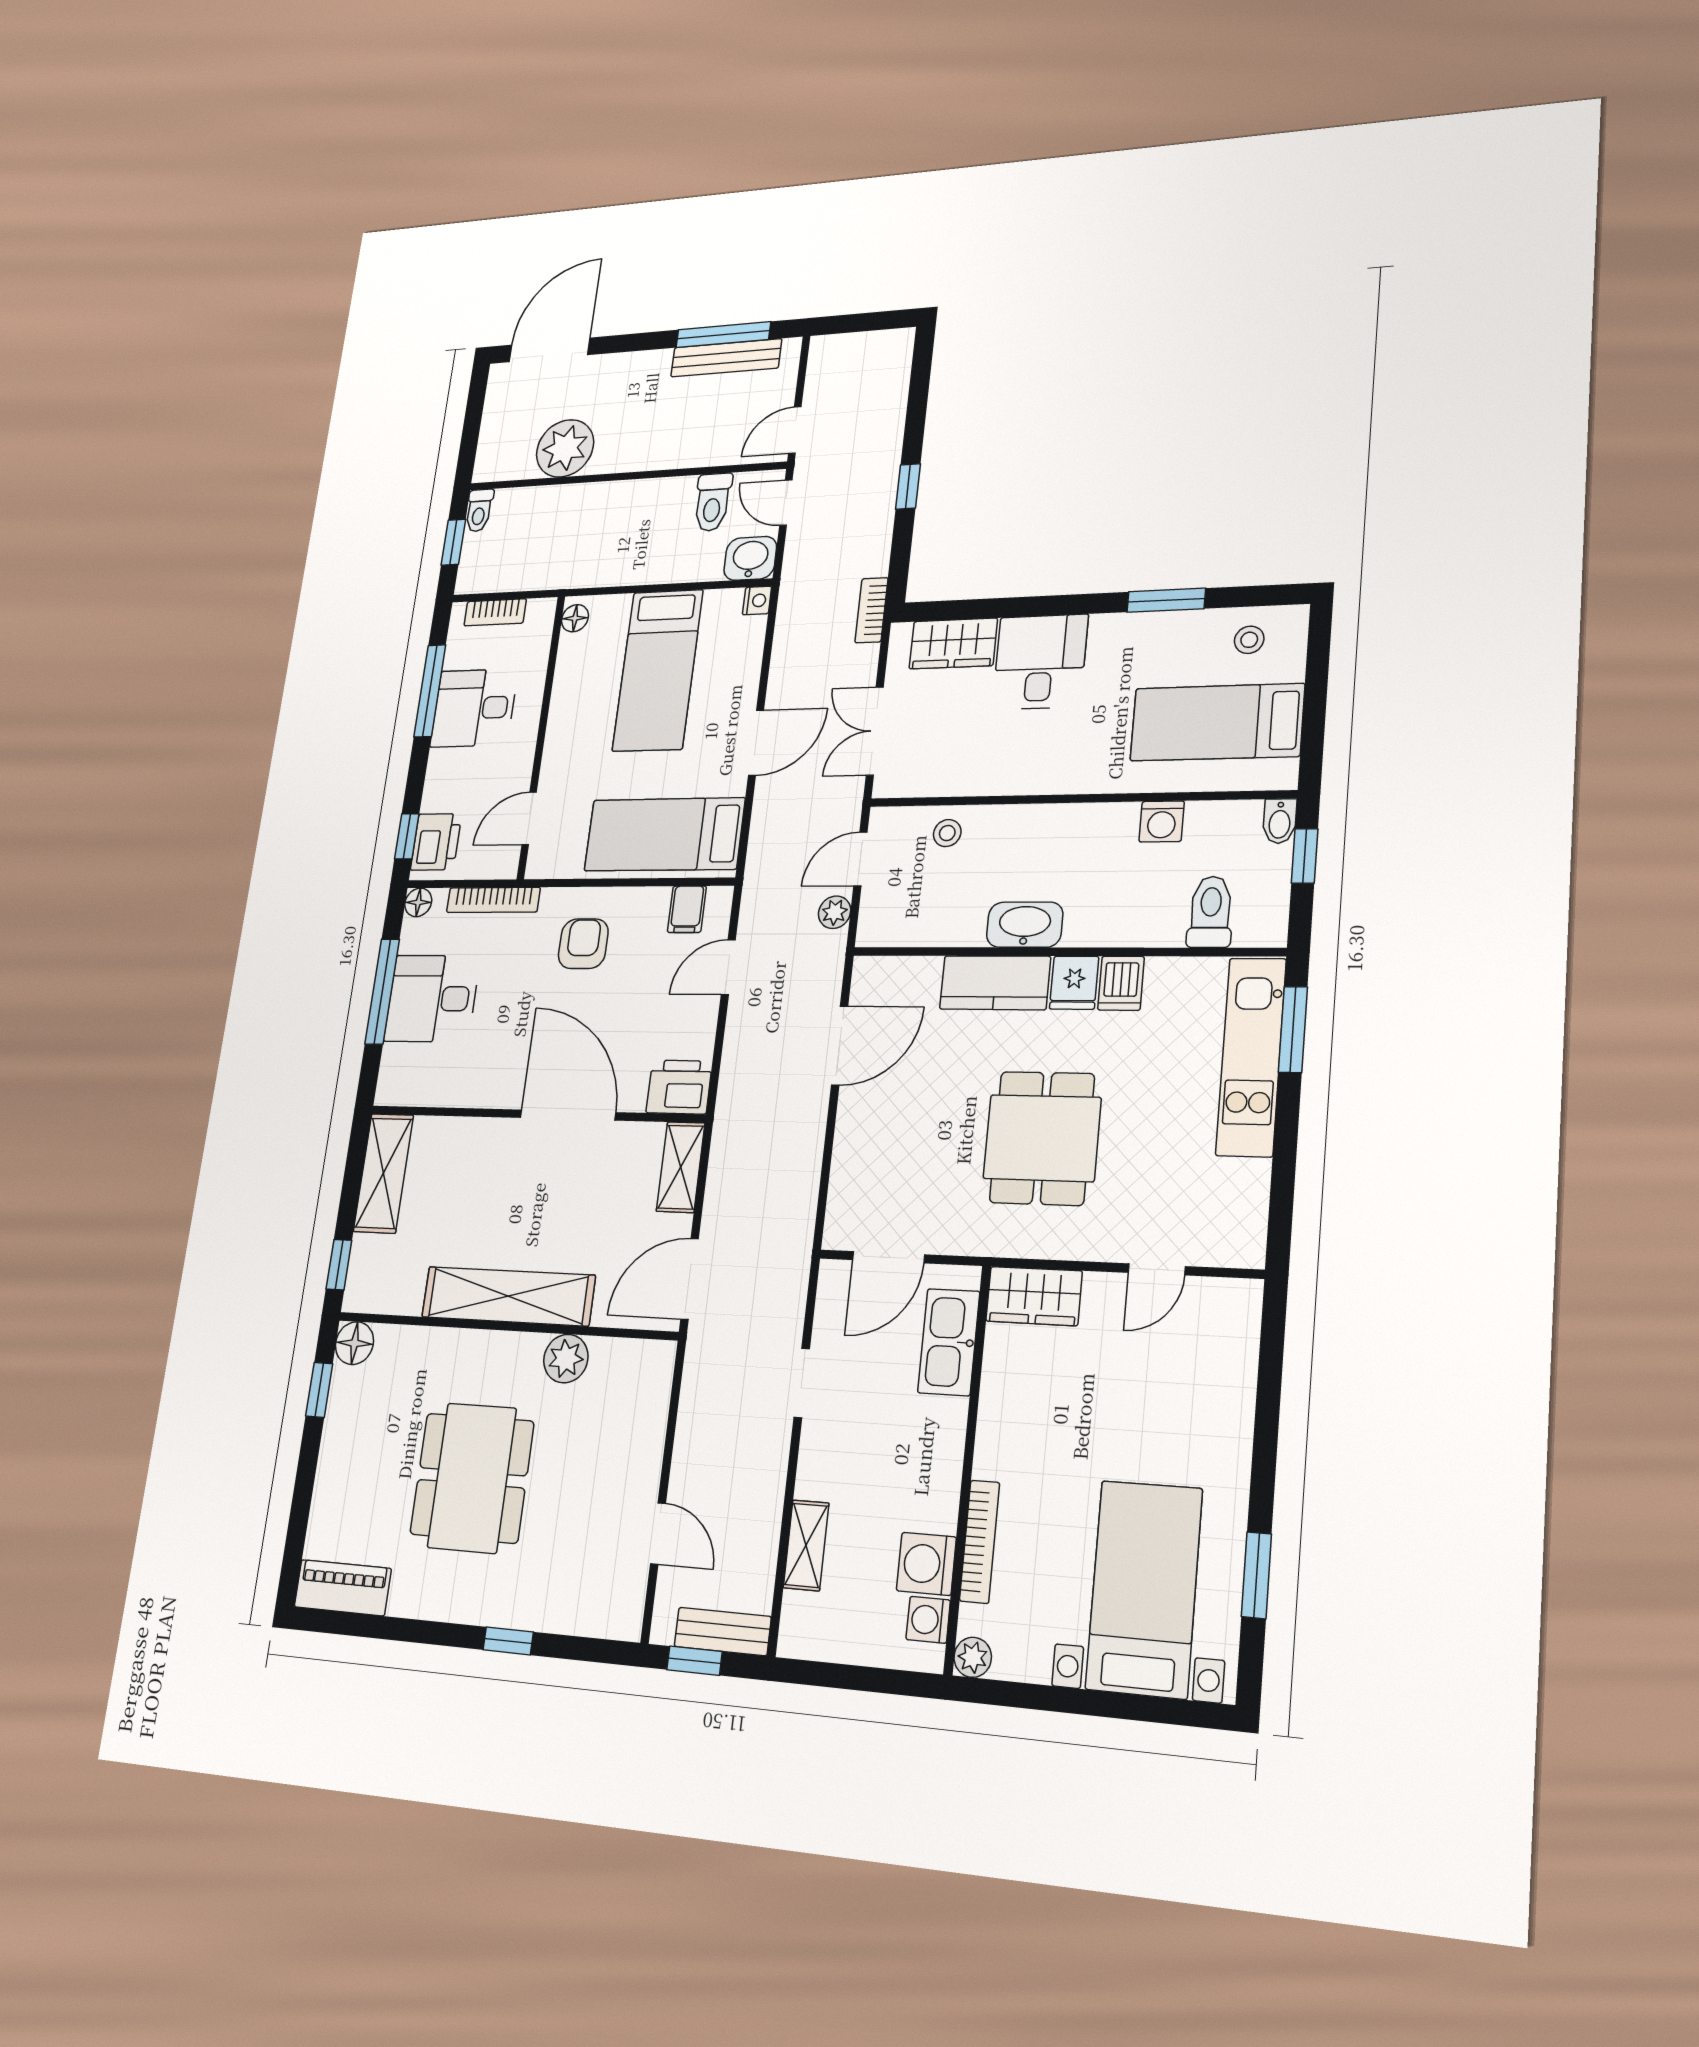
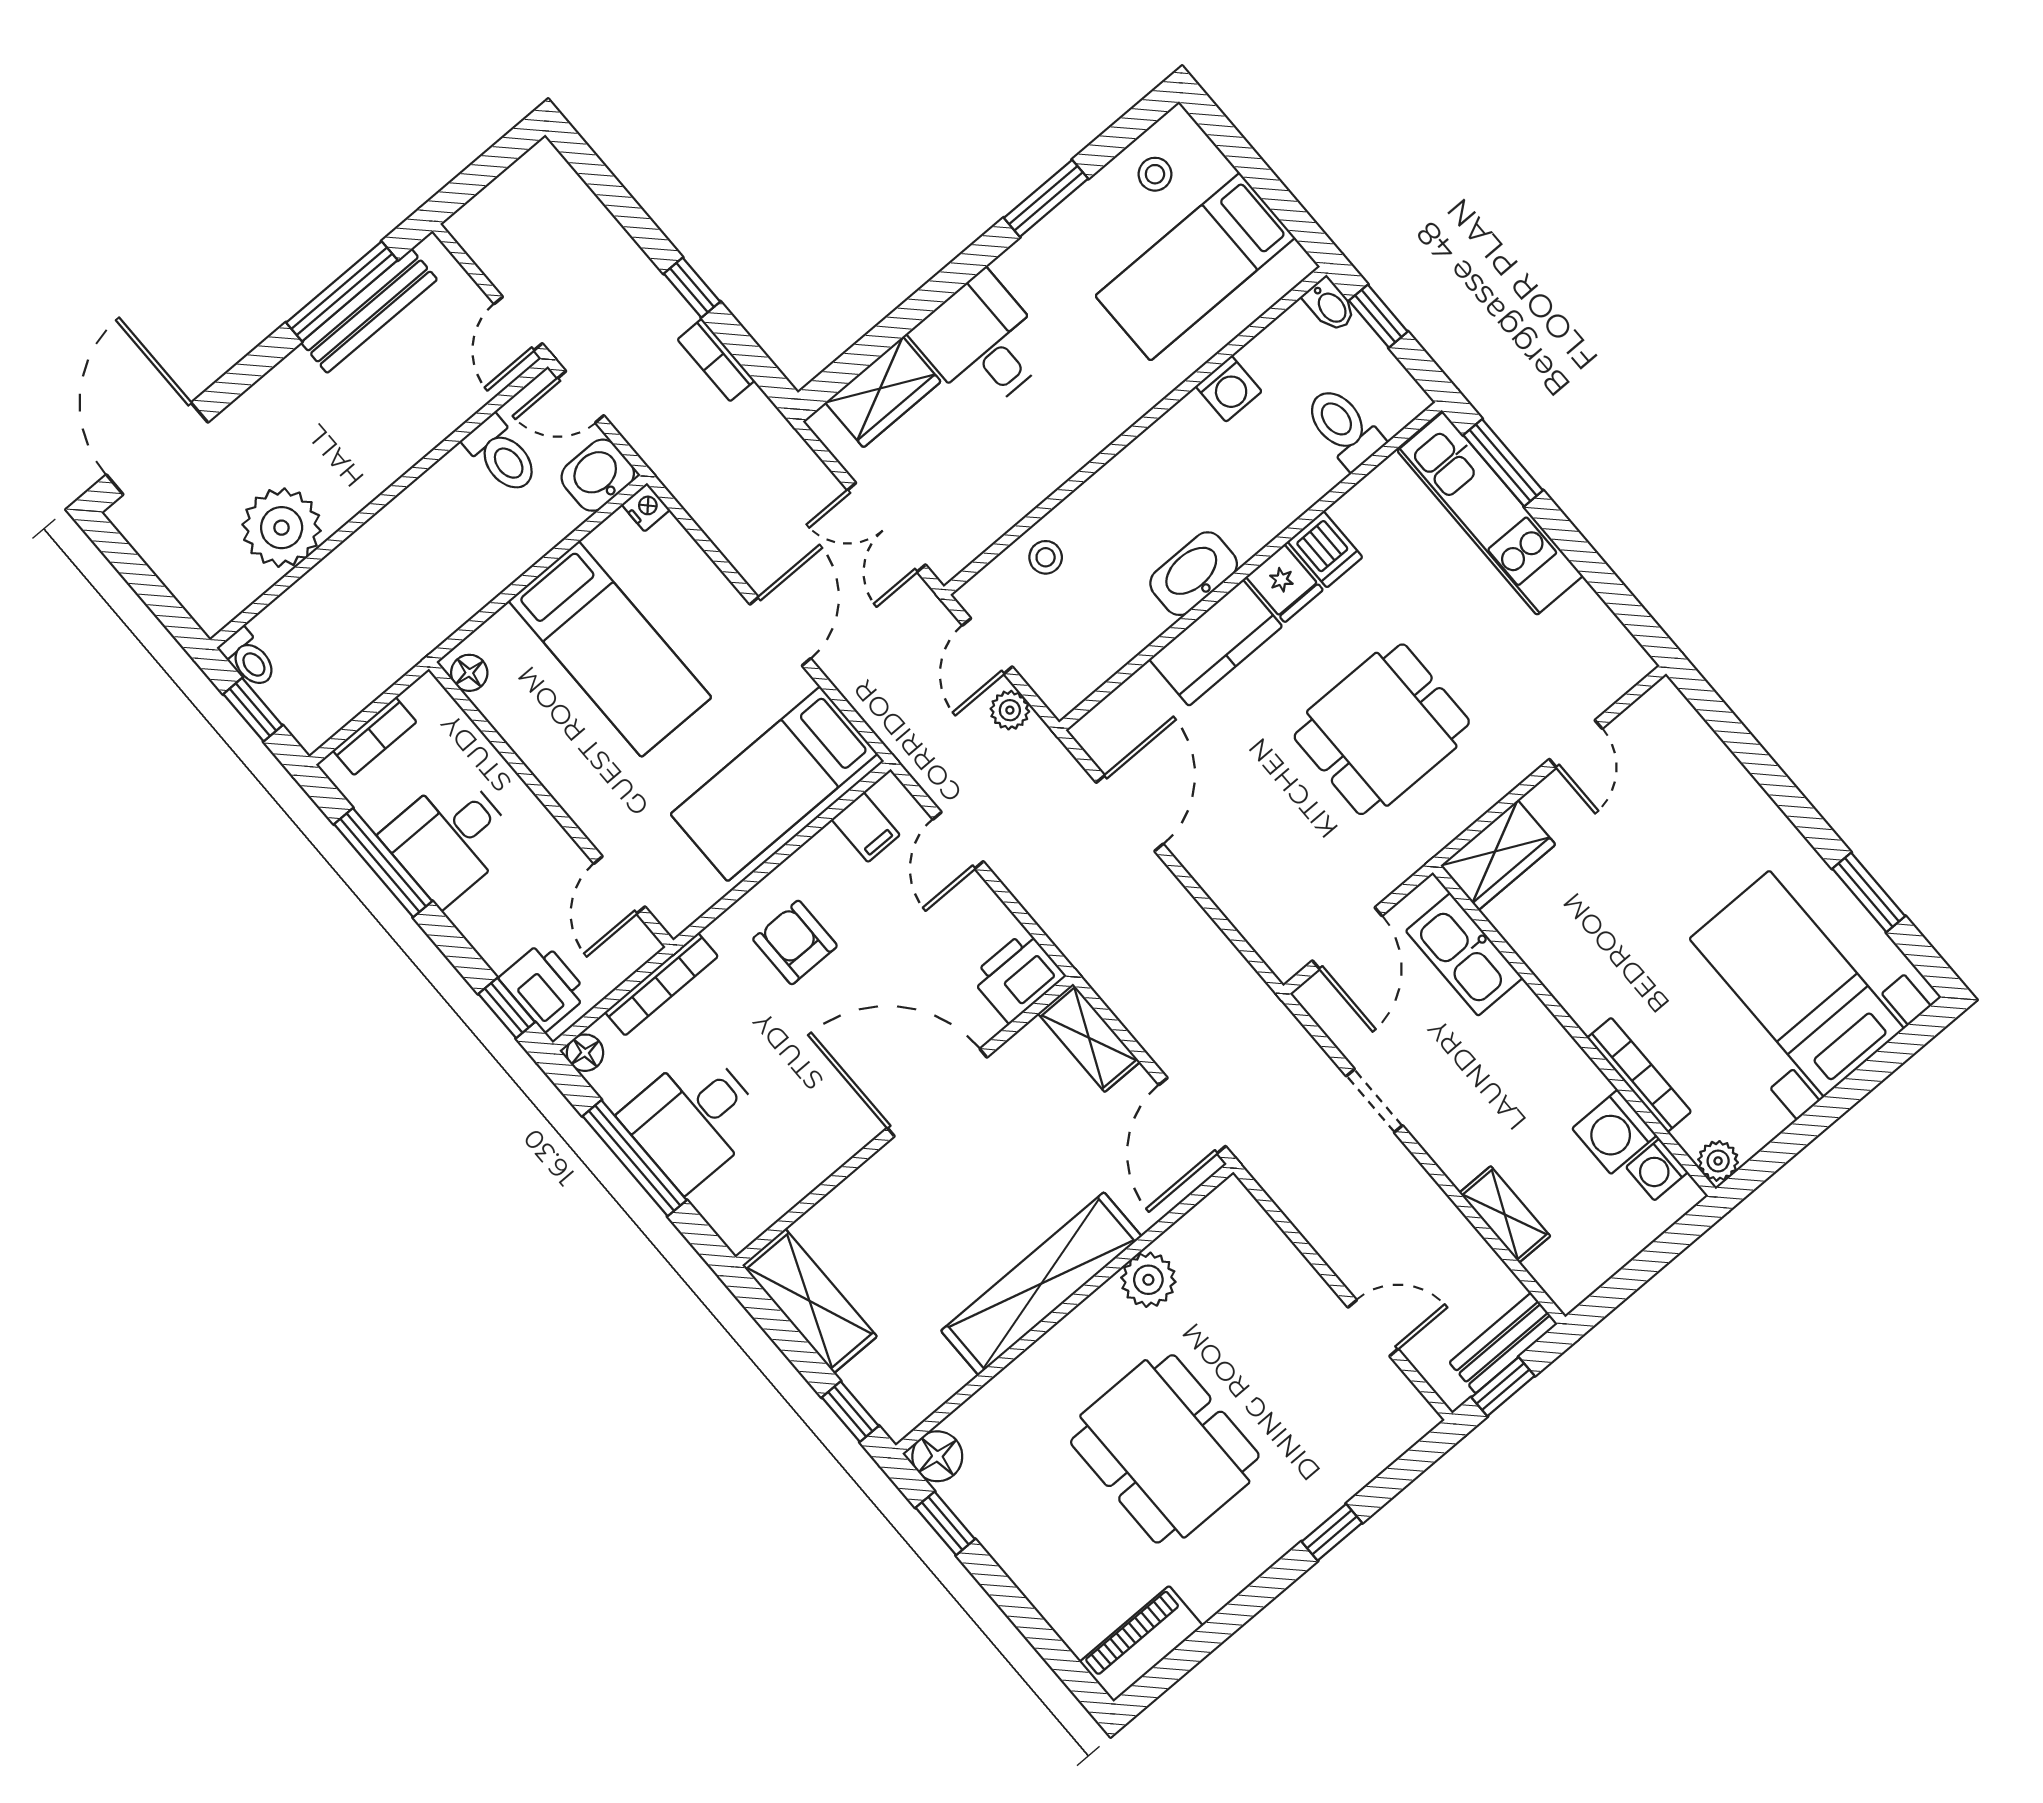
bookcase: (871, 610) -> (716, 360), moved
dining table: (1042, 1138) -> (1382, 729), turned 90

